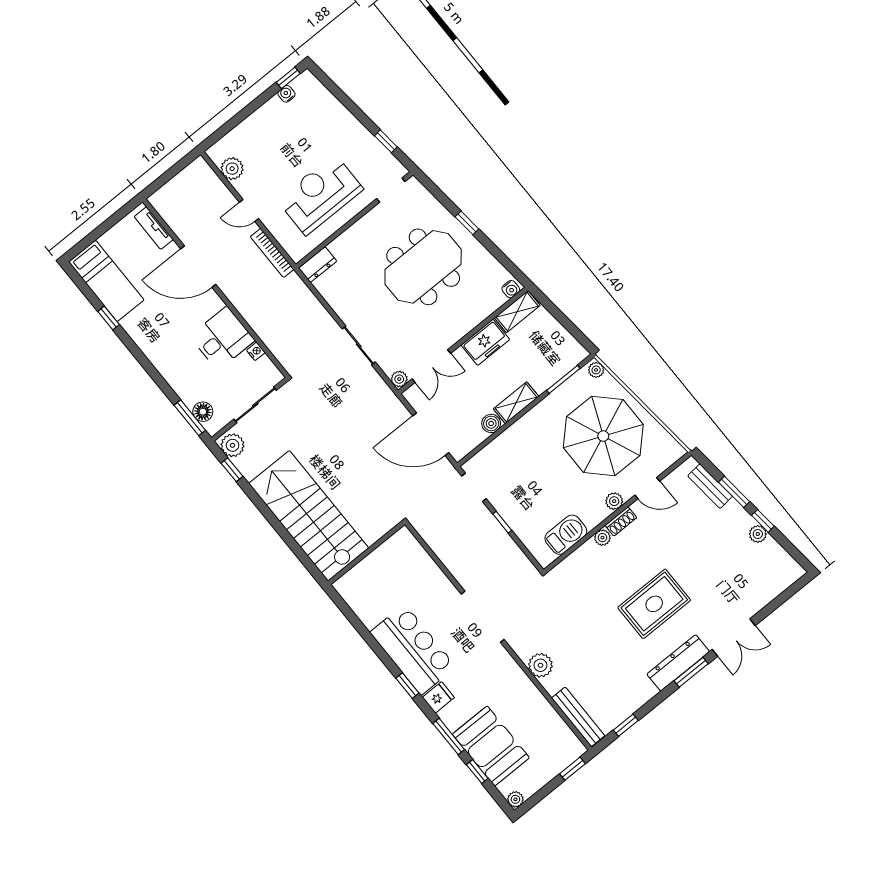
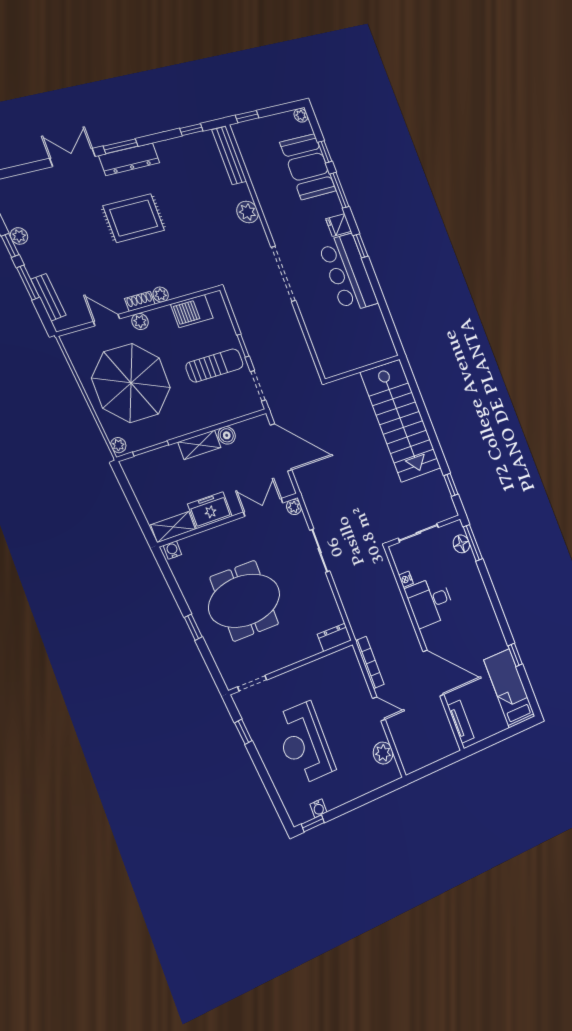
reception desk: (320, 195) -> (304, 743), moved, turned 90
plant: (233, 445) -> (445, 505), removed
sun lounger: (525, 489) -> (215, 365), added

